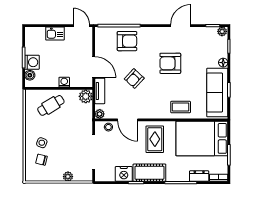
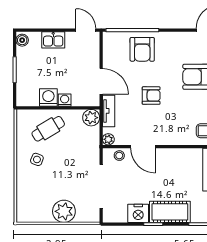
armchair: (127, 41) -> (142, 49), turned 90
washing machine: (32, 62) -> (48, 98), moved, turned -90
boiler: (30, 75) -> (22, 40), moved
armchair: (134, 79) -> (151, 96), turned -133
rug: (155, 139) -> (176, 171), removed
side table: (42, 143) -> (37, 159), moved
chair: (41, 160) -> (36, 196), removed
plant: (68, 177) -> (64, 211), width x1.88, depth x1.88

